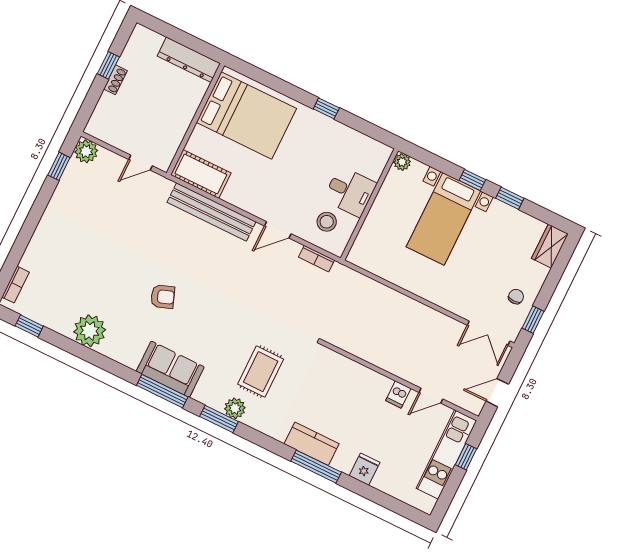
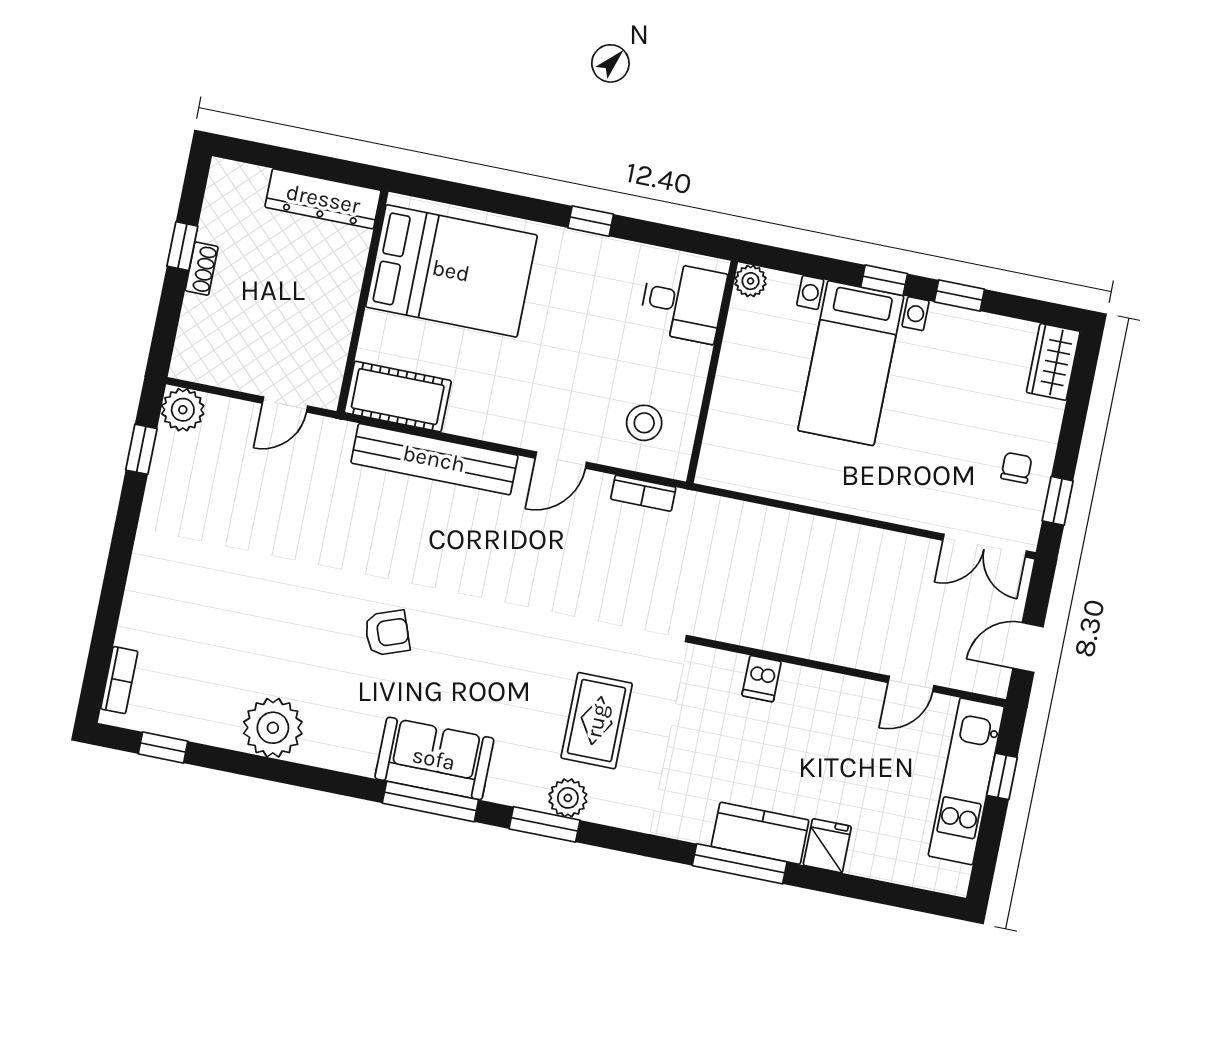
desk: (350, 192) -> (683, 302), moved
dishwasher: (398, 394) -> (762, 679), moved
kitchen counter: (312, 444) -> (760, 833), moved

